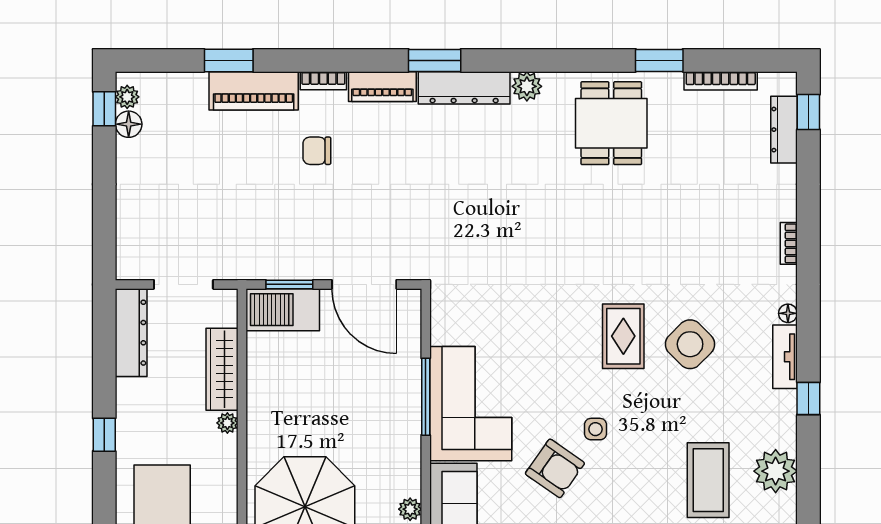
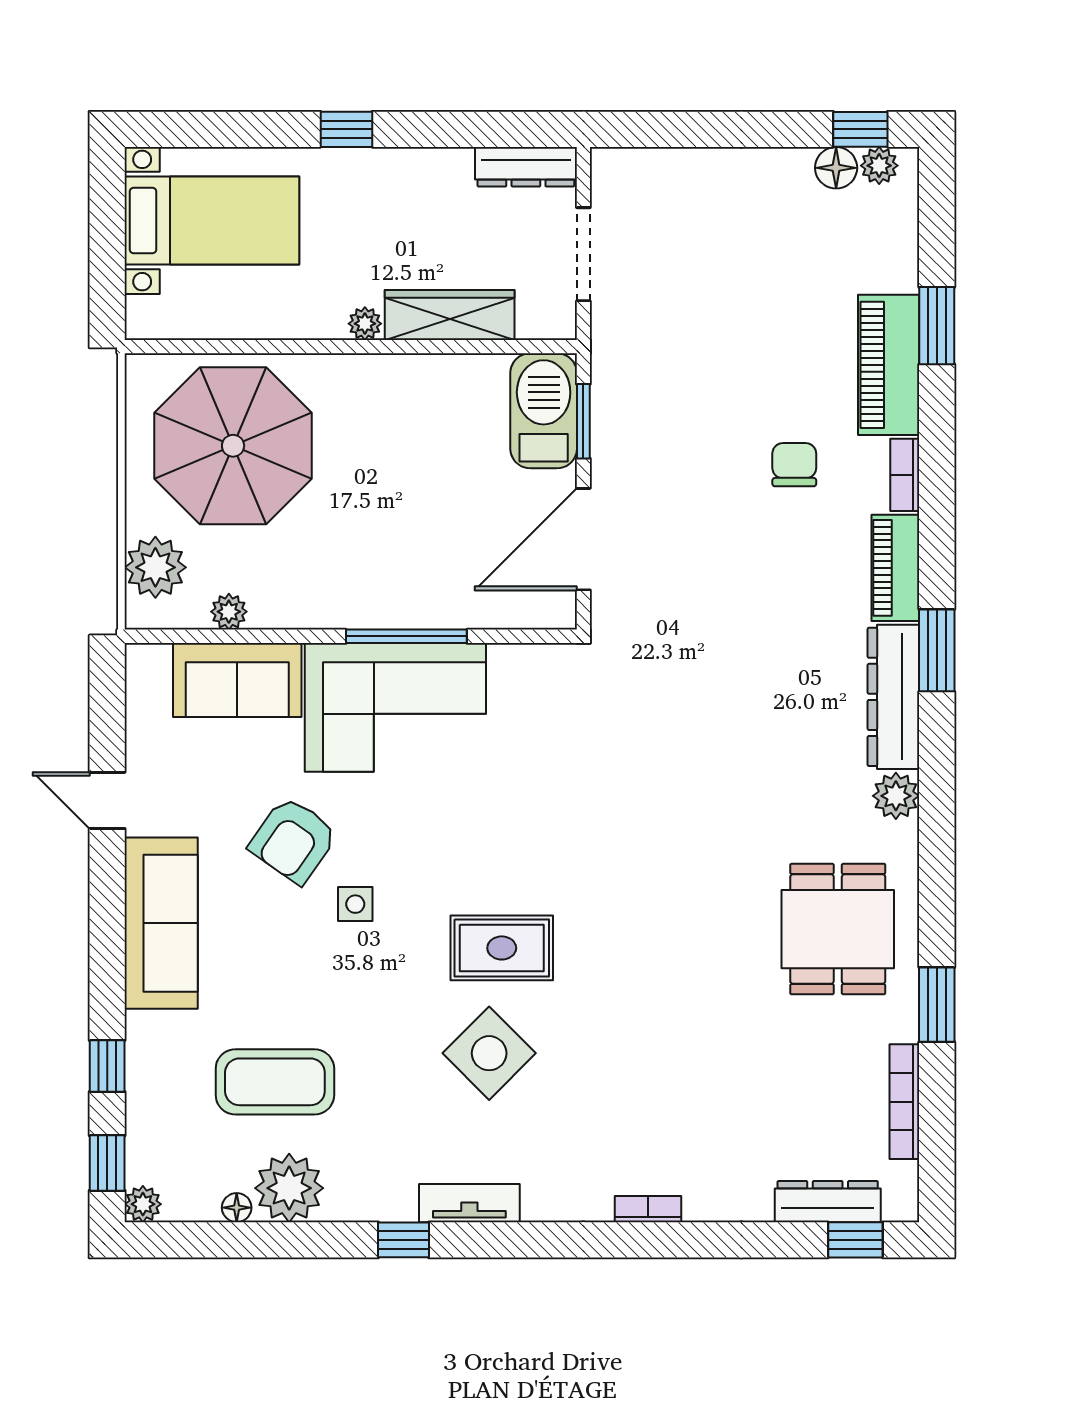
dining table: (611, 123) -> (838, 929), turned 90
floor lamp: (788, 313) -> (237, 1208), moved
dresser: (131, 333) -> (526, 167), width x0.73, depth x0.80

